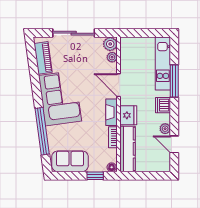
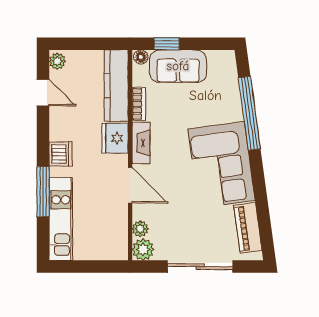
plant: (165, 129) -> (57, 61), moved
sofa: (70, 161) -> (178, 66), moved

